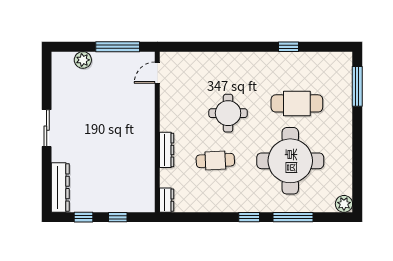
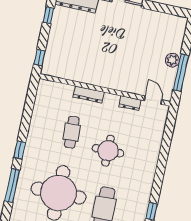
plant: (83, 60) -> (172, 60), moved
dresser: (167, 200) -> (130, 103), moved
window: (118, 217) -> (39, 58), moved

